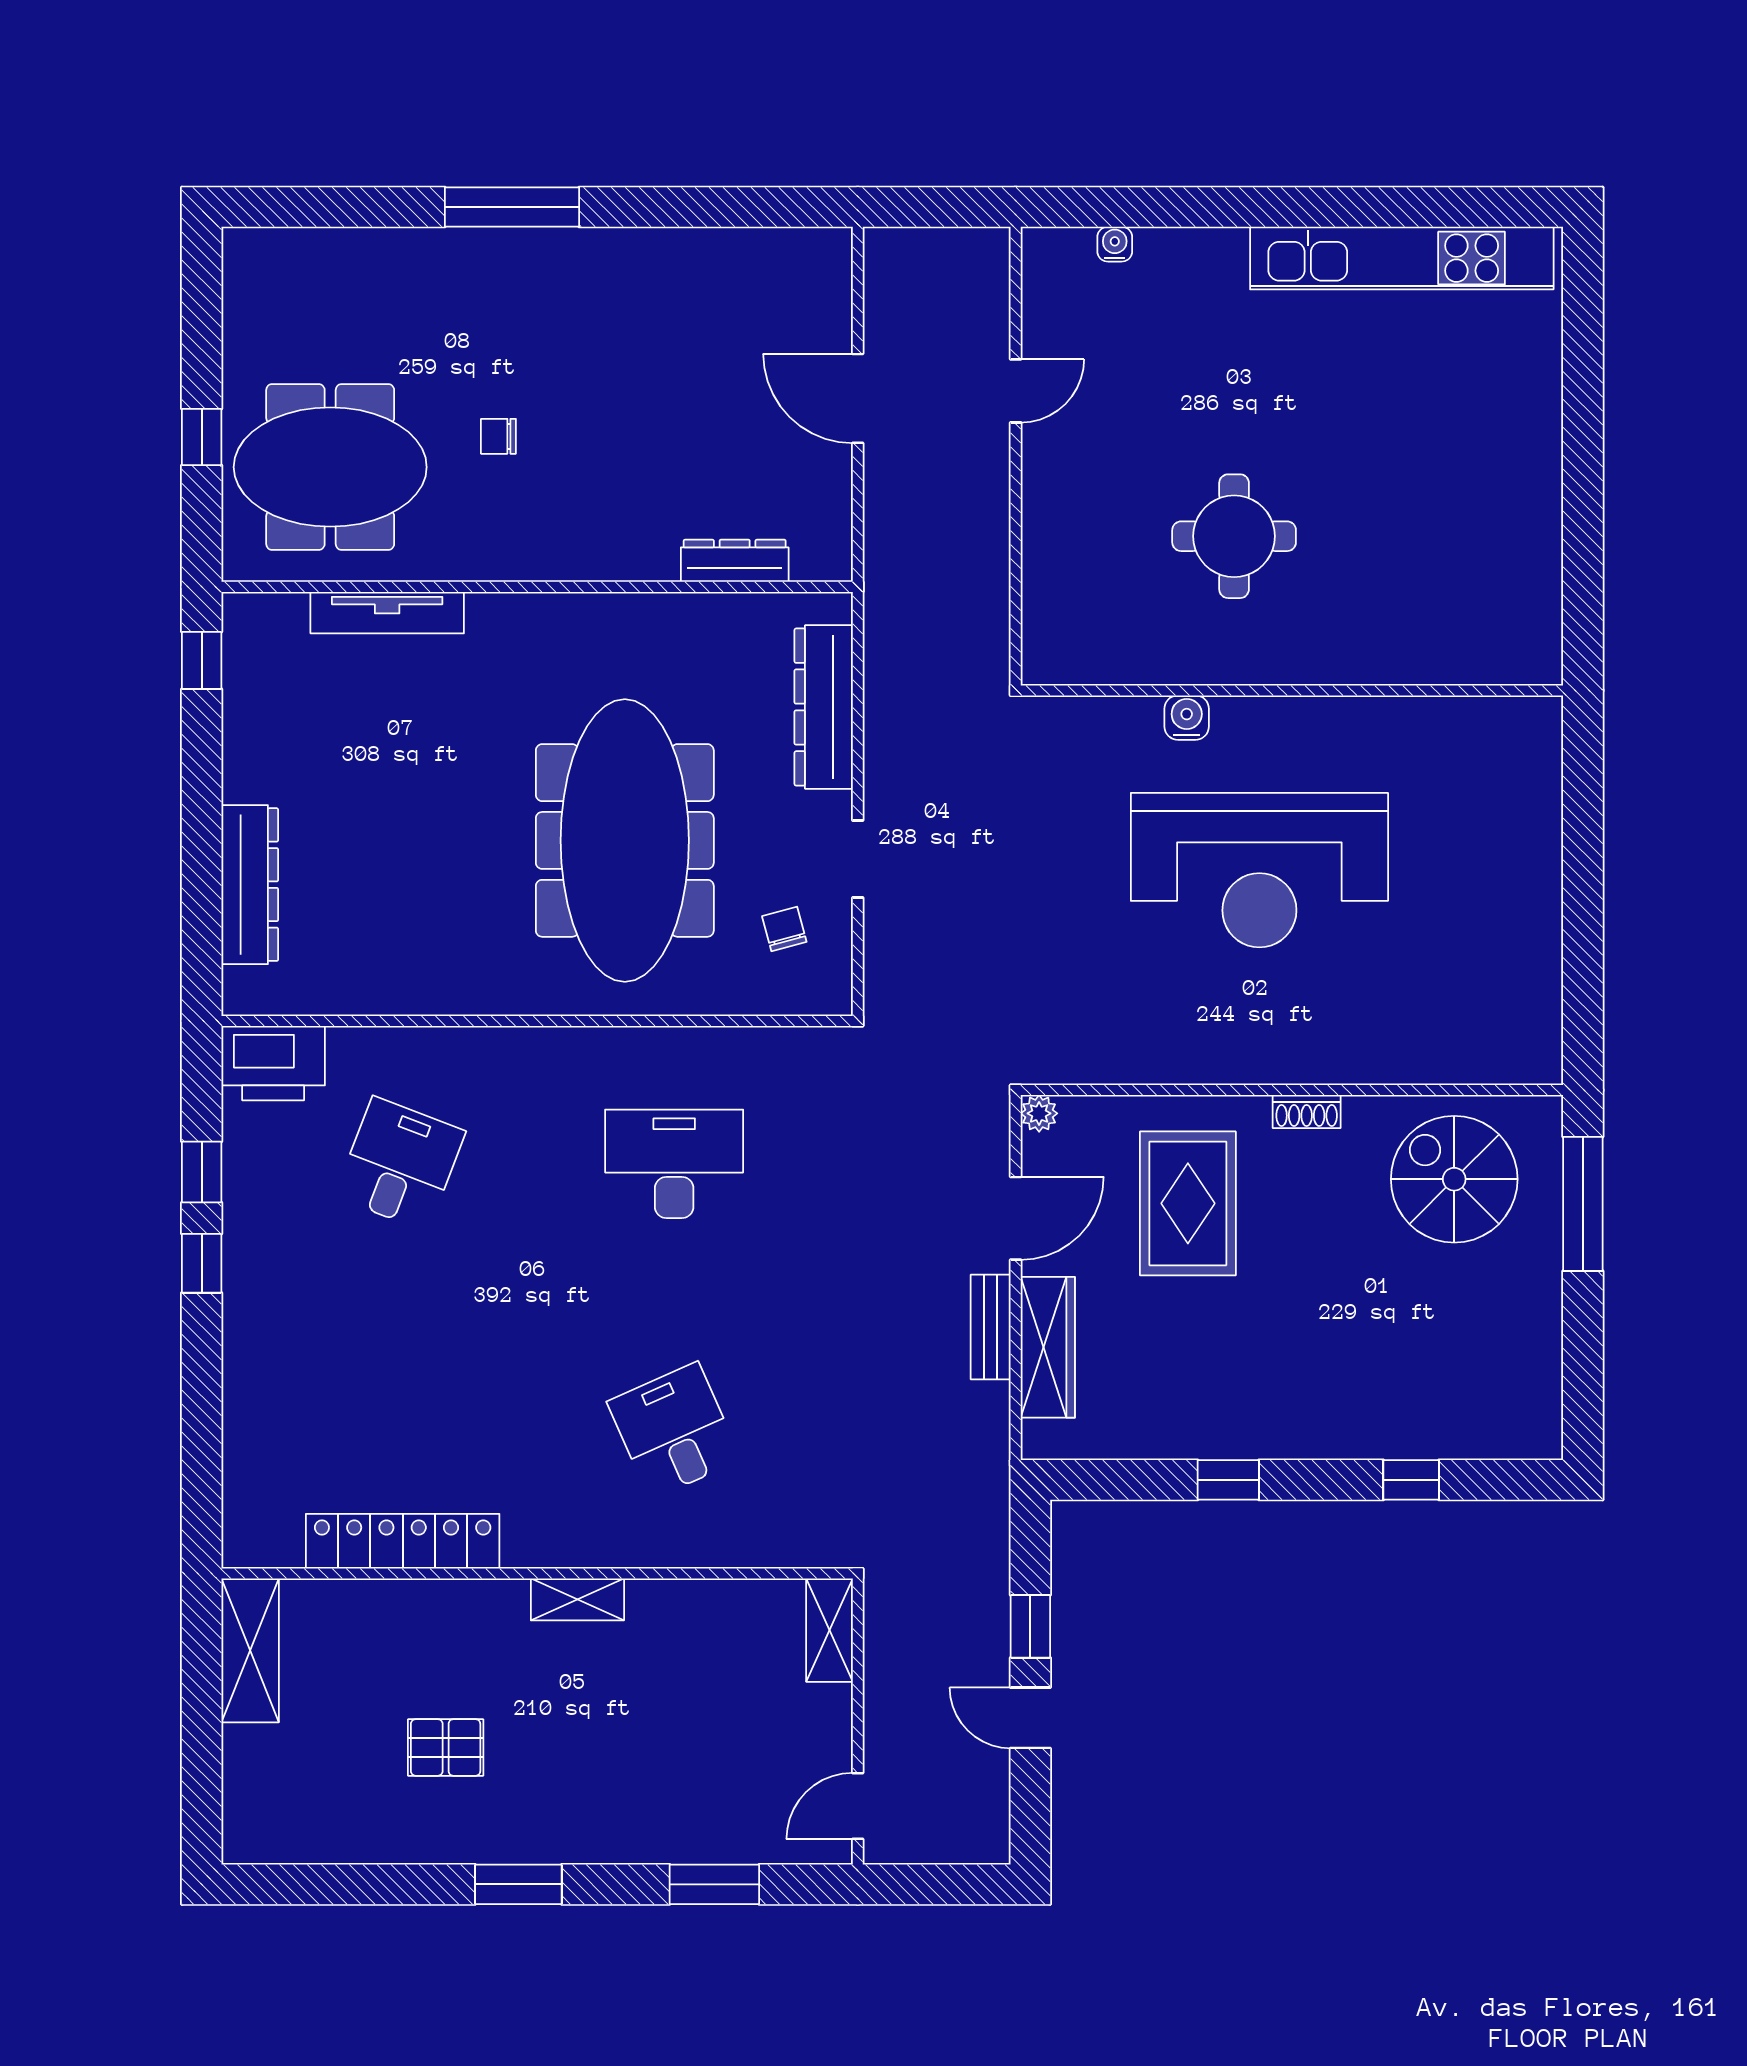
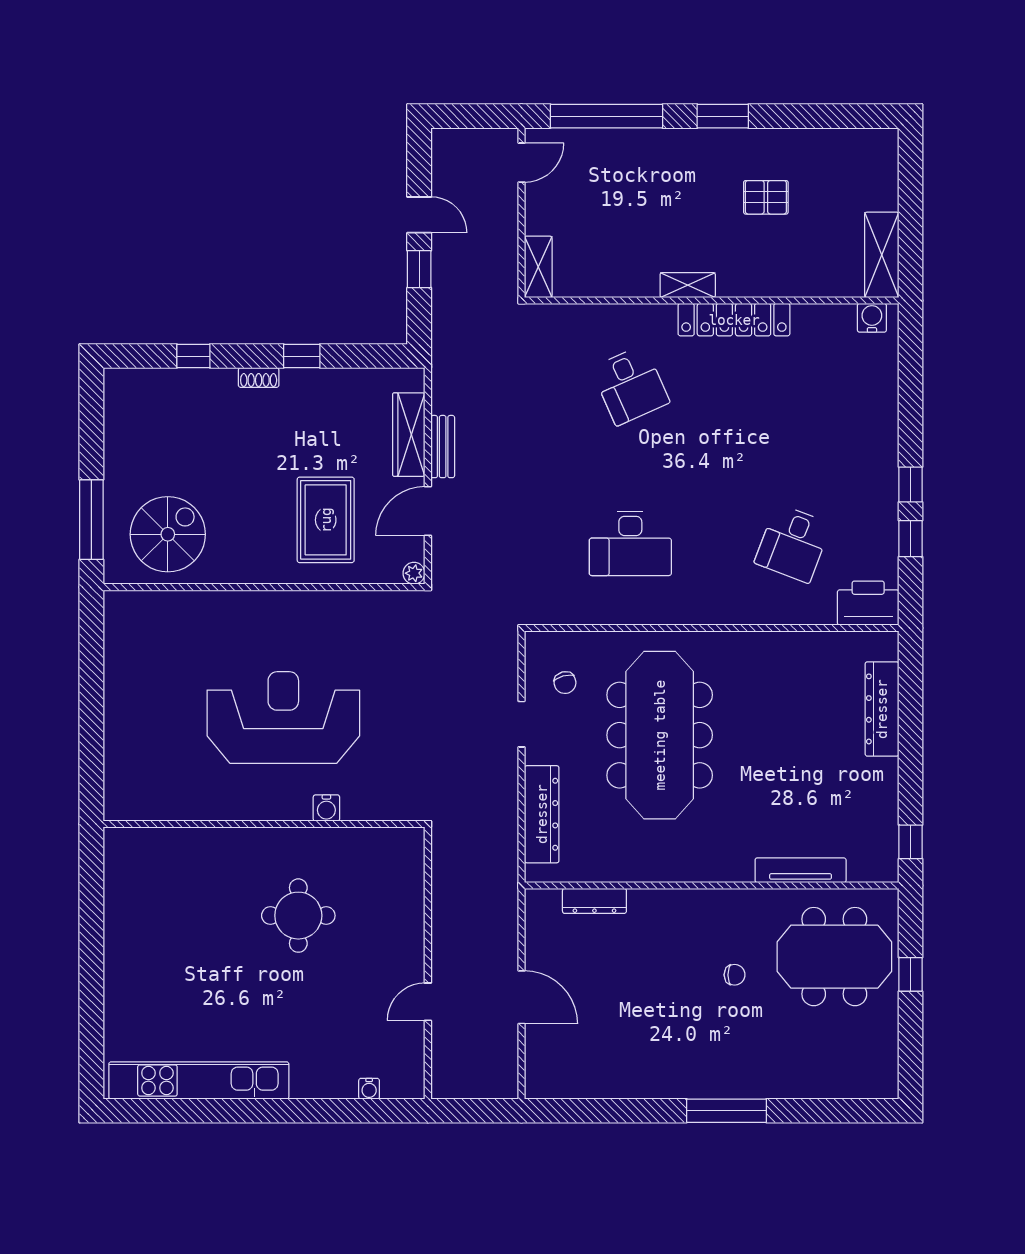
shoe rack: (1307, 1112) -> (259, 378), moved, turned 180
spiral stairs: (1454, 1179) -> (168, 534), turned -90
locker: (403, 1541) -> (734, 320), moved
water cooler: (267, 1544) -> (872, 318), added
window: (714, 1884) -> (607, 116), width x2.11

